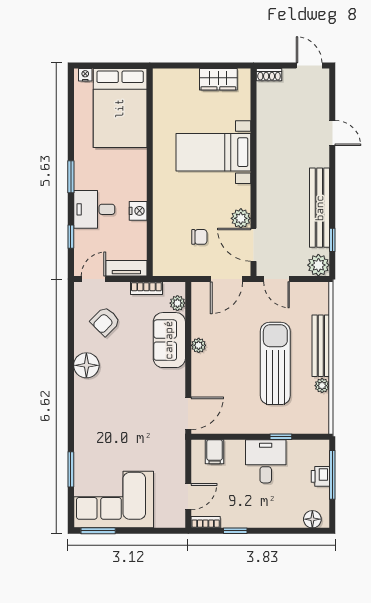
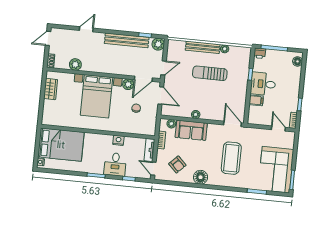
plant: (267, 120) -> (75, 64), added
bed with nightstands: (213, 152) -> (97, 96), width x1.36
sun lounger: (275, 363) -> (210, 73), width x0.73, depth x0.75
coffee table: (126, 417) -> (231, 158), added
filing cabinet: (215, 452) -> (256, 100), moved
printer: (320, 476) -> (260, 53), moved

